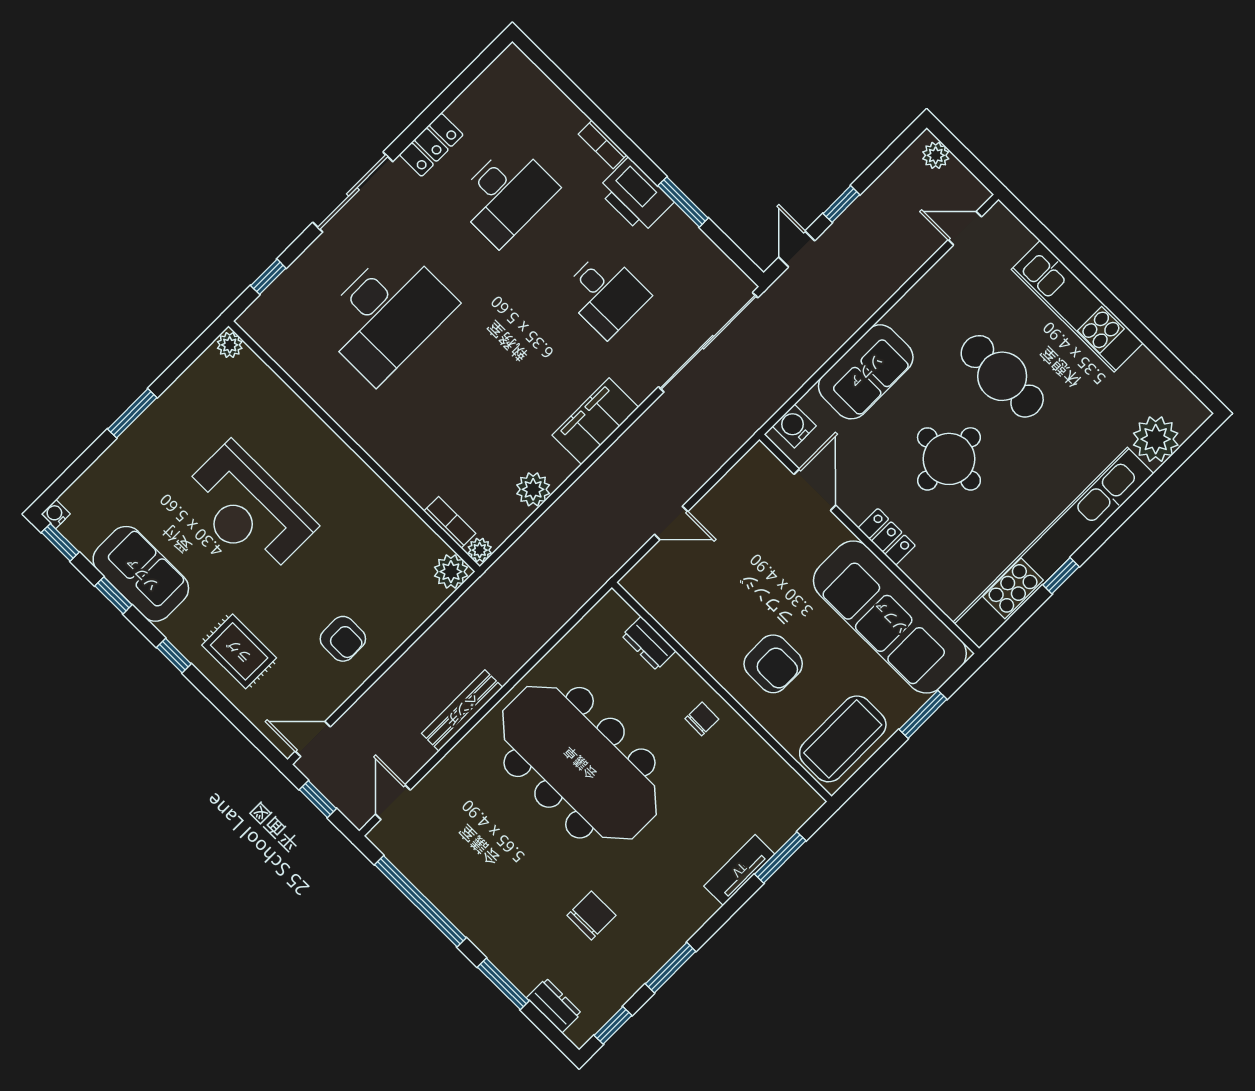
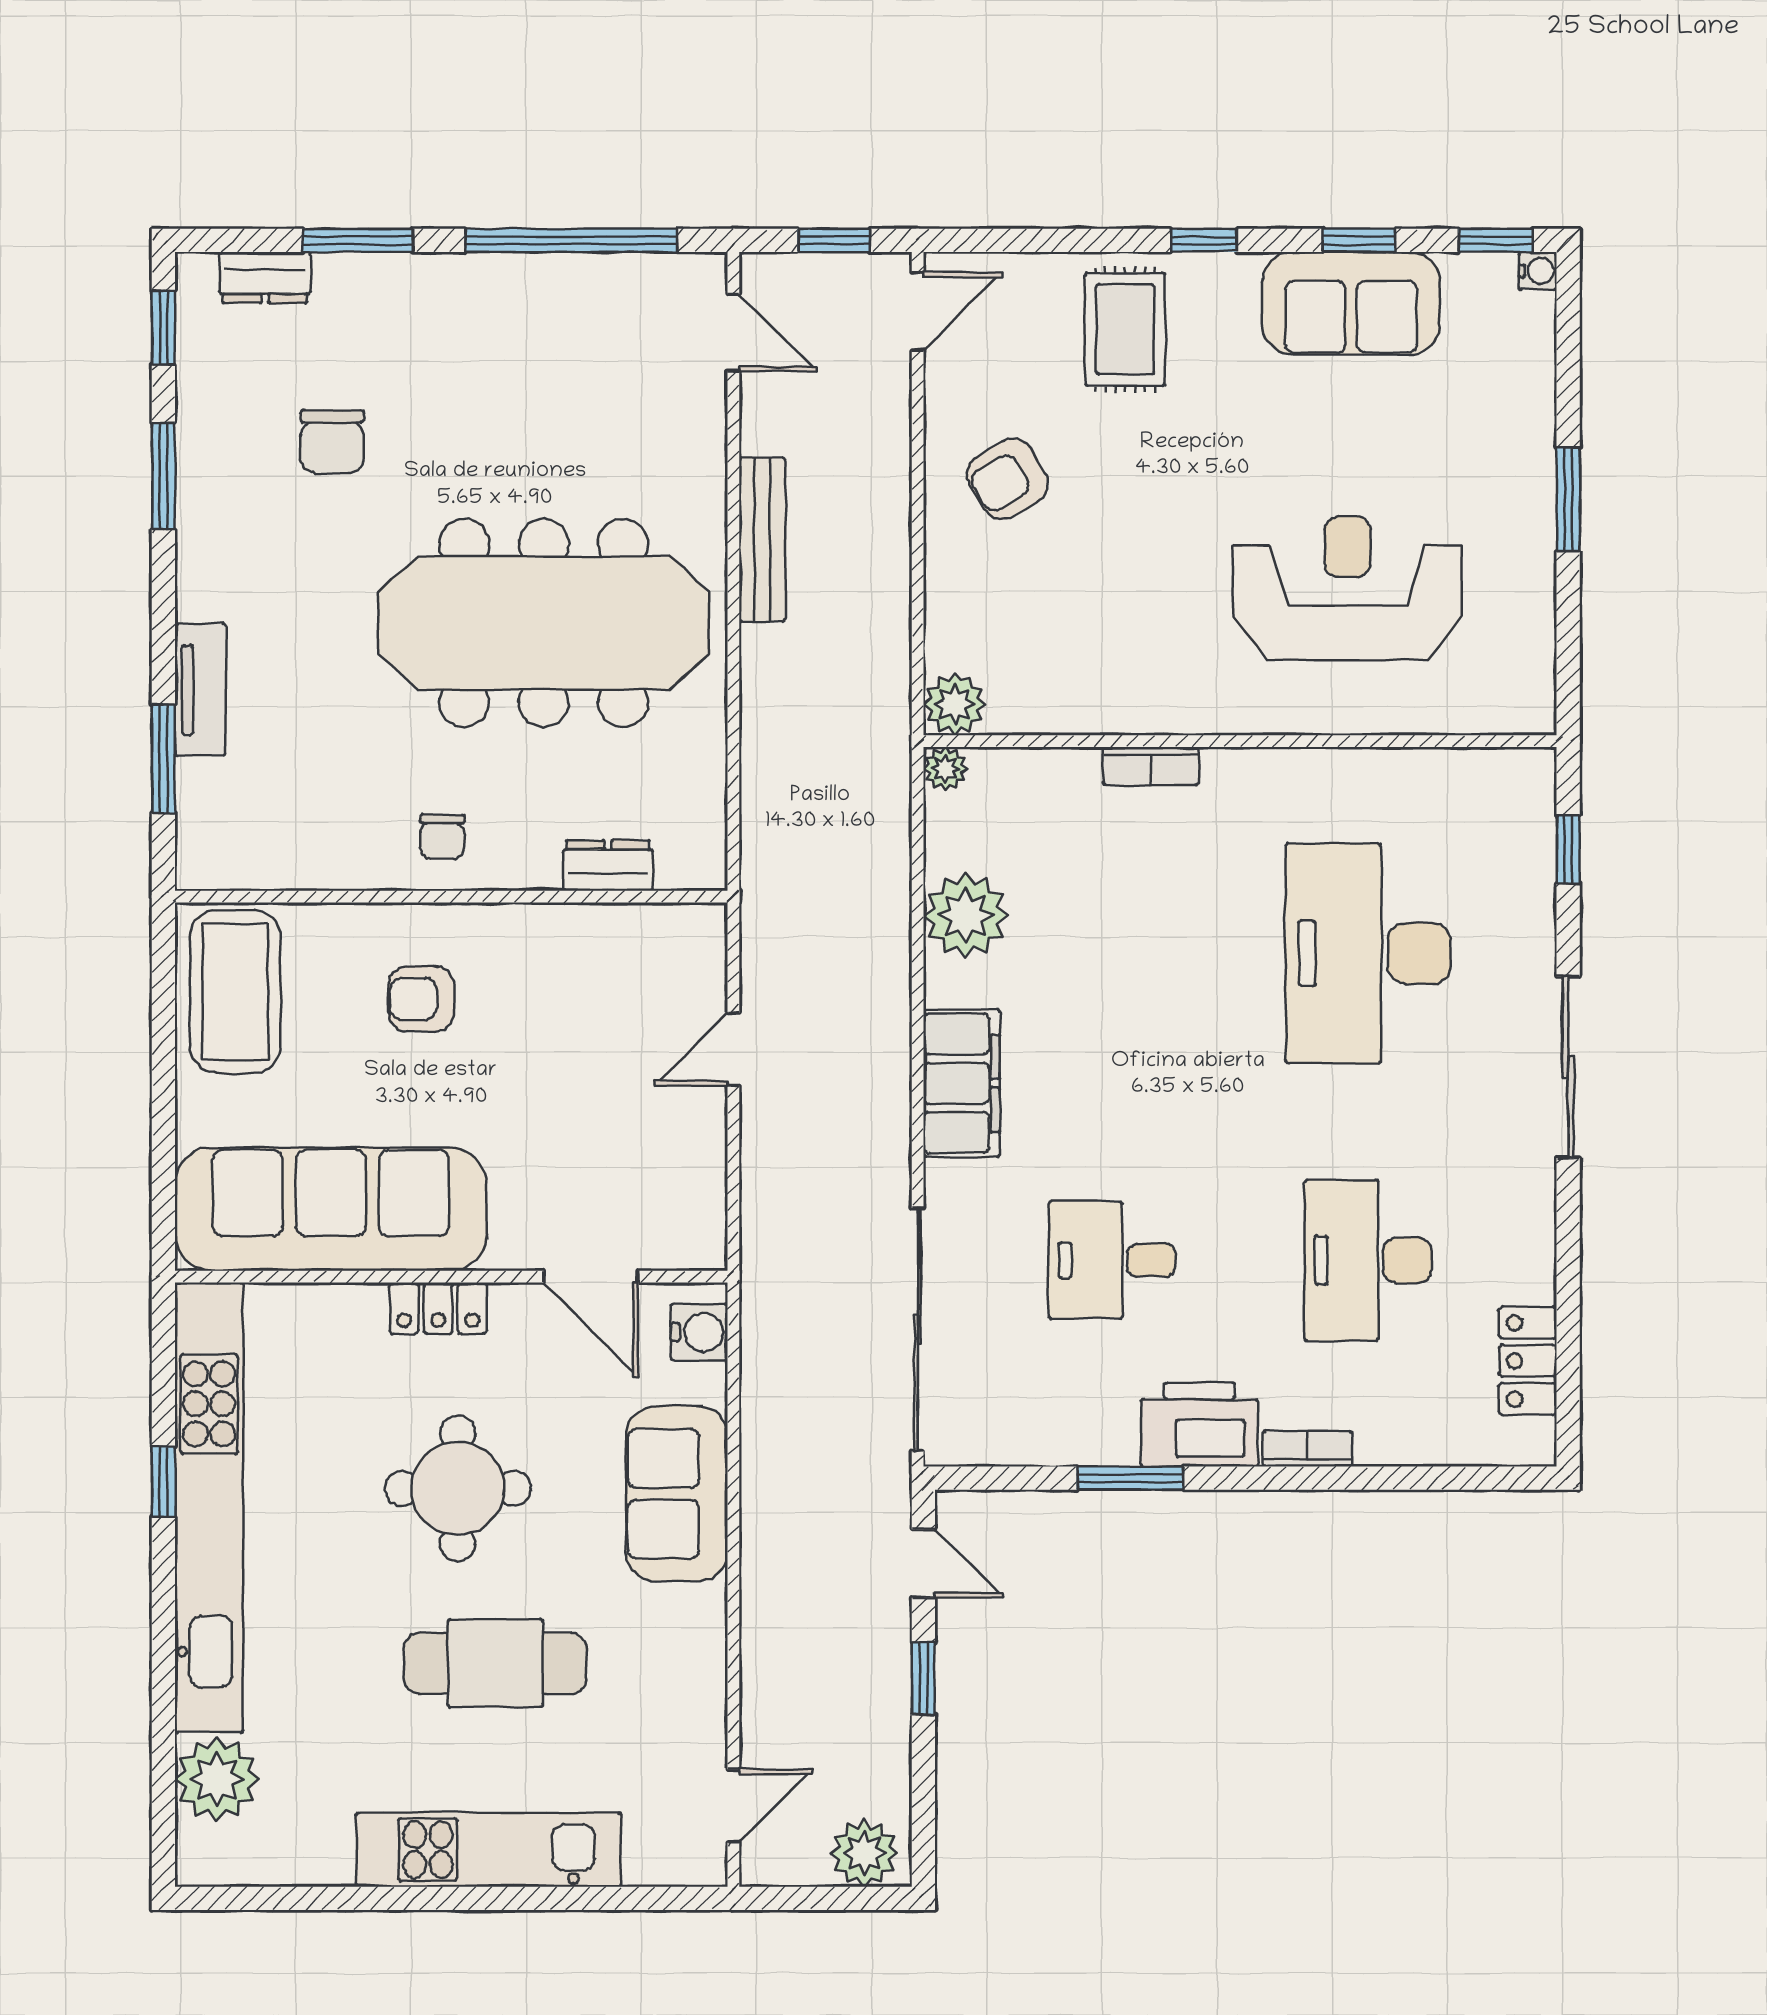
locker: (431, 145) -> (1528, 1361), moved
plant: (936, 155) -> (864, 1853), width x1.38, depth x1.38
plant: (230, 345) -> (1530, 712), removed
plant: (533, 489) -> (966, 915), width x1.36, depth x1.36
reception desk: (248, 510) -> (1347, 588), moved
bookcase: (450, 522) -> (1151, 766), moved
armchair: (343, 639) -> (1007, 479), turned -31
rug: (239, 651) -> (1125, 329), turned 90
armchair: (773, 664) -> (421, 999), width x0.72, depth x0.72
window: (923, 714) -> (163, 1126), removed

